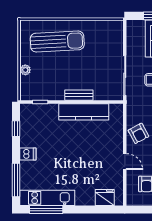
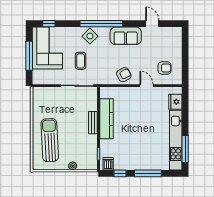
dishwasher: (28, 154) -> (108, 164), moved
door: (125, 162) -> (147, 86), hinge flipped
window: (16, 180) -> (148, 173), moved
kitchen unit: (47, 198) -> (176, 140), width x1.36

